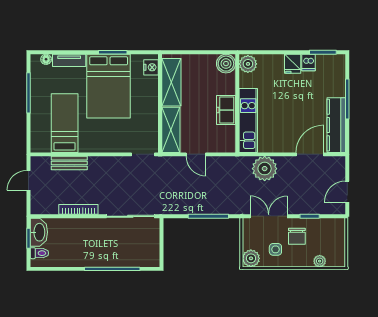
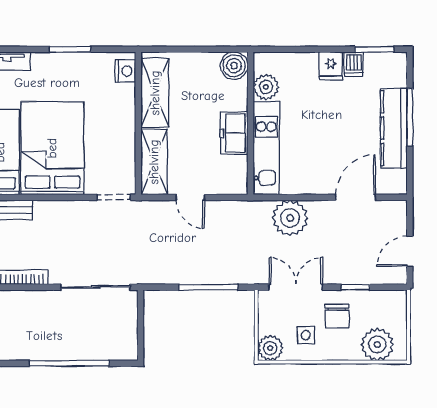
plant: (248, 64) -> (266, 87), moved
bed: (109, 86) -> (52, 148), moved, turned 180
kitchen counter: (336, 125) -> (394, 128), moved
plant: (320, 261) -> (377, 344), width x1.88, depth x1.88

